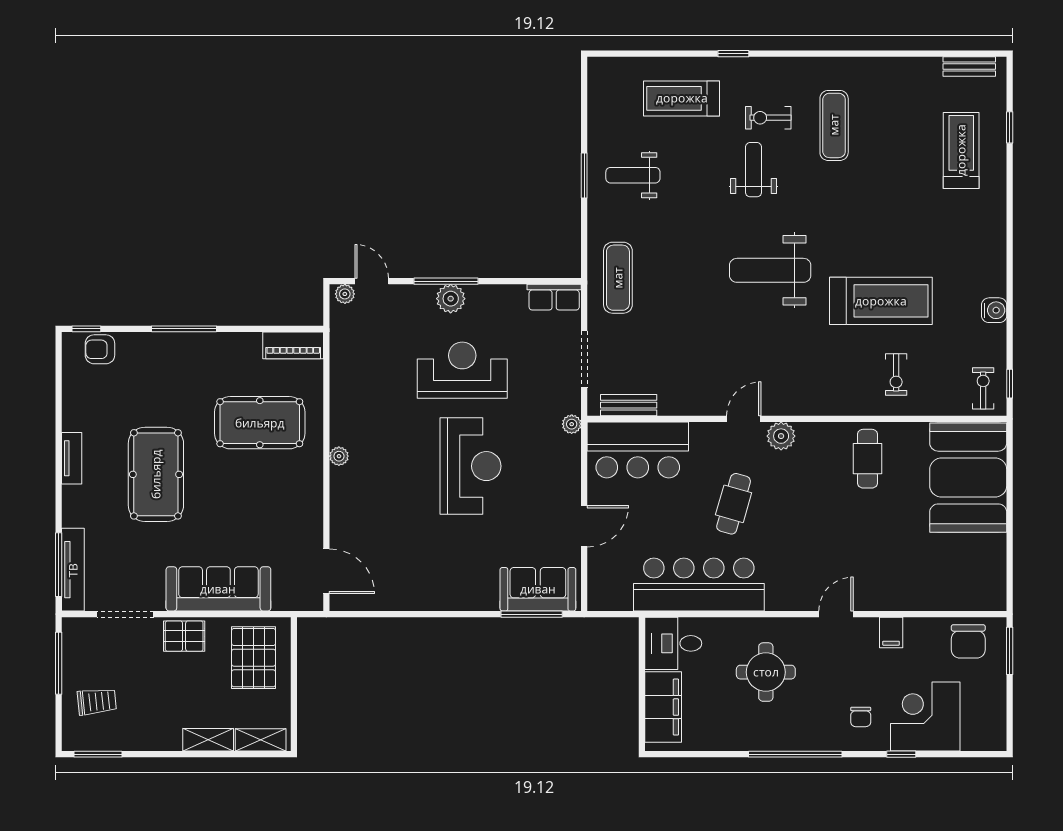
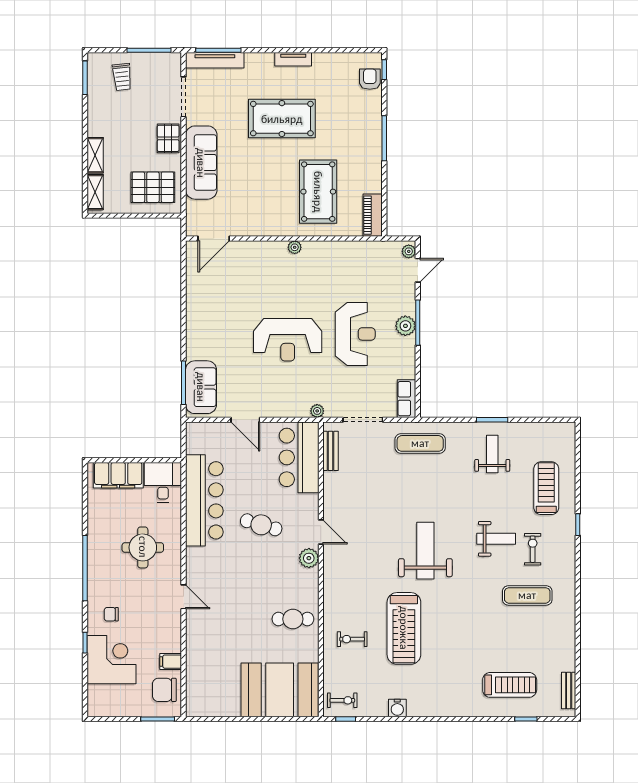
filing cabinet: (891, 632) -> (171, 662), moved

